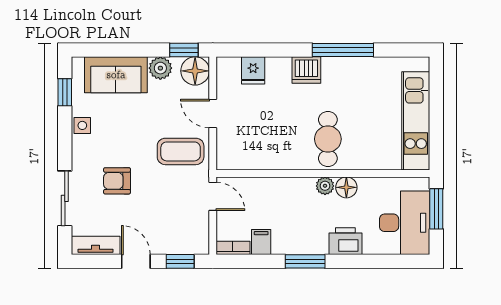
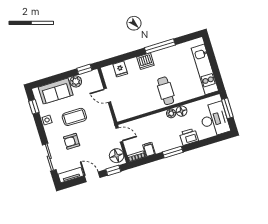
floor lamp: (195, 71) -> (117, 156), moved
coffee table: (181, 151) -> (74, 117), moved

